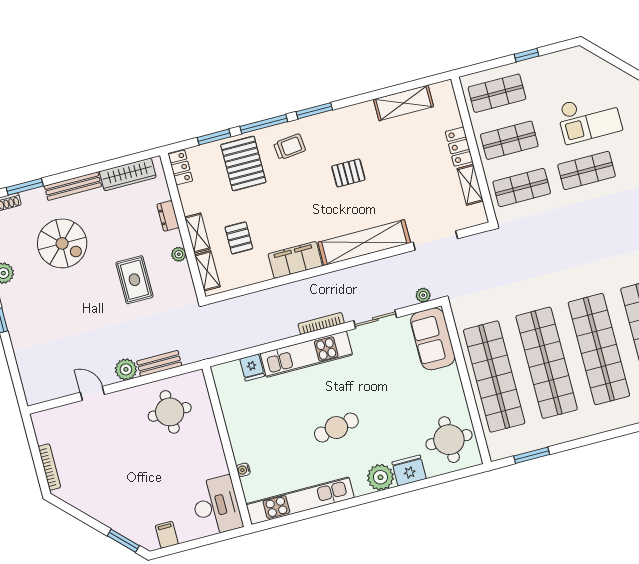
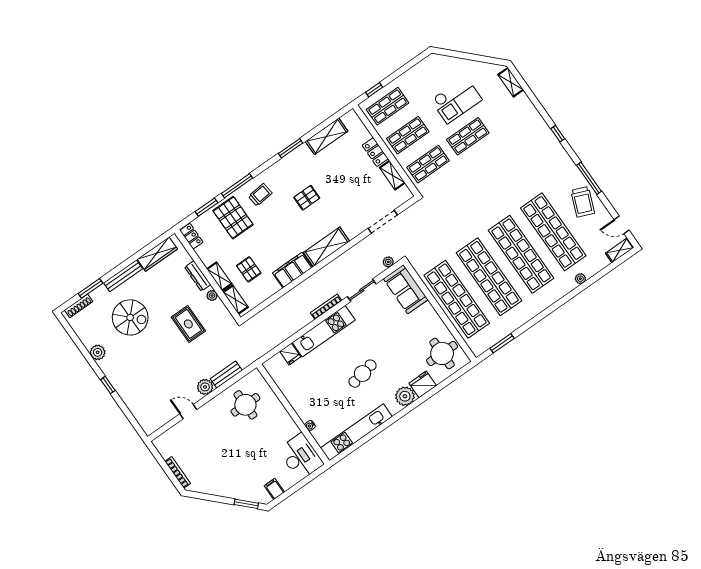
window: (527, 55) -> (374, 90), moved
window: (314, 111) -> (291, 148), moved
dresser: (168, 216) -> (198, 276), width x1.44
shelving: (364, 243) -> (327, 247), width x0.68

